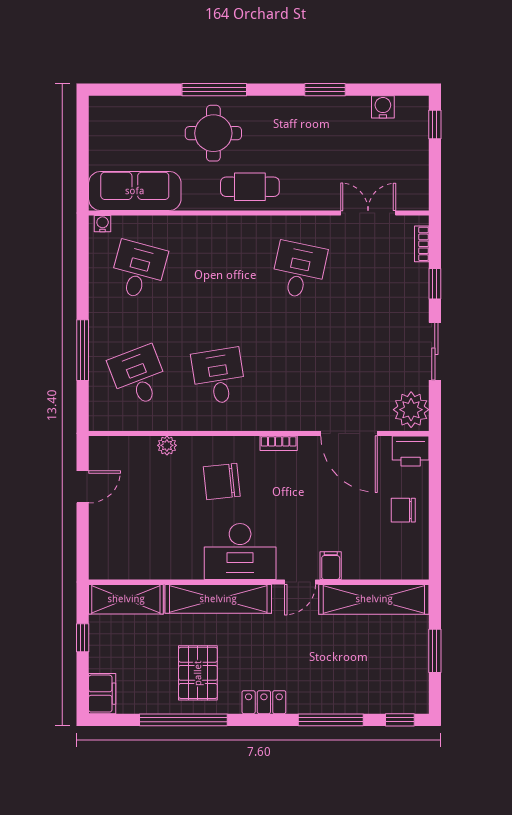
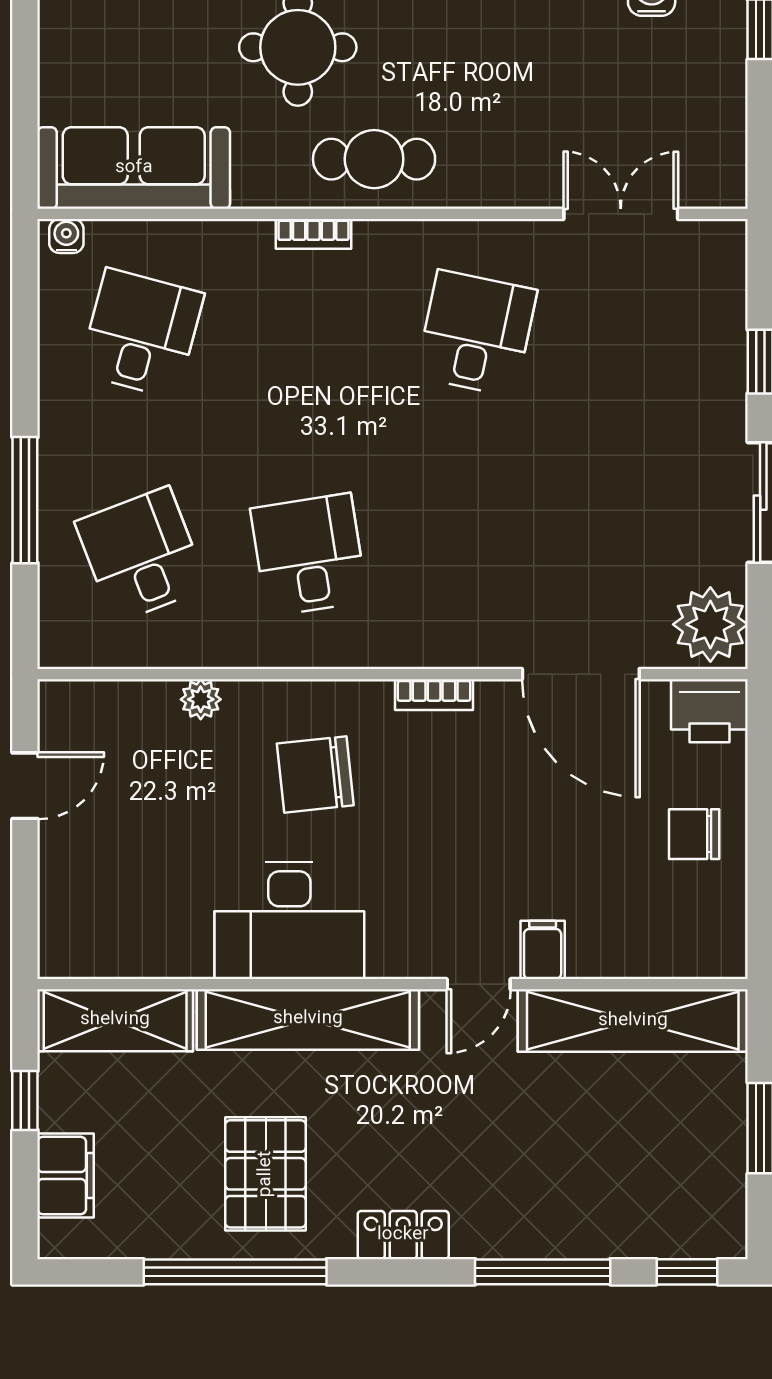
bookcase: (422, 244) -> (314, 234), moved, turned -90
desk: (240, 551) -> (289, 921), moved
filing cabinet: (102, 694) -> (66, 1175), moved

